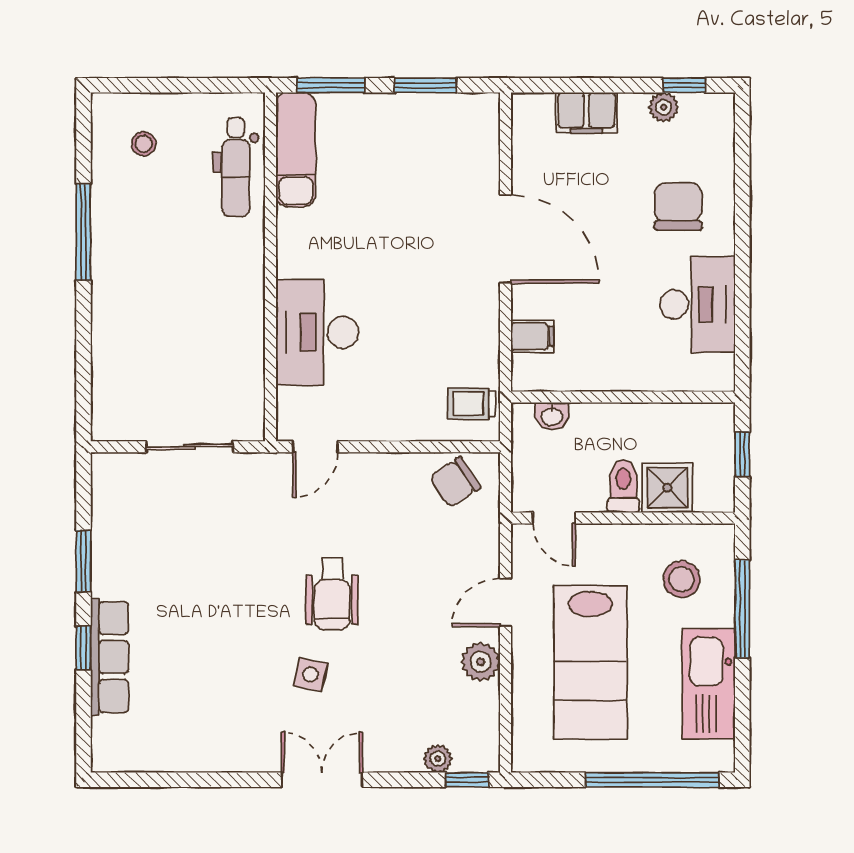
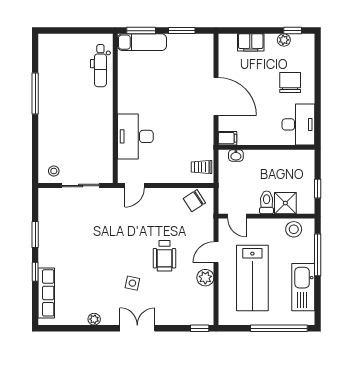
stool: (144, 144) -> (54, 171), moved
exam couch: (296, 149) -> (142, 42), moved, turned 90
wall: (623, 397) -> (266, 147), moved
washbasin: (552, 416) -> (236, 155), moved
stool: (681, 579) -> (294, 229), moved
wheelchair: (332, 594) -> (164, 256), moved
row of seats: (109, 657) -> (46, 293), moved
plant: (438, 759) -> (94, 319), moved

